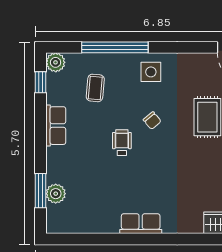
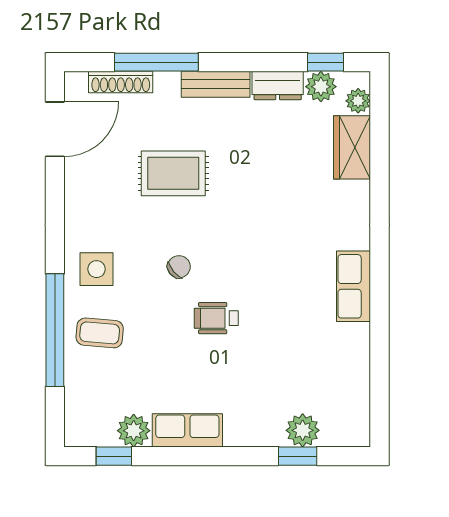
plant: (56, 62) -> (134, 431), moved
coffee table: (95, 88) -> (100, 333), moved
window: (41, 191) -> (298, 456), width x0.67

